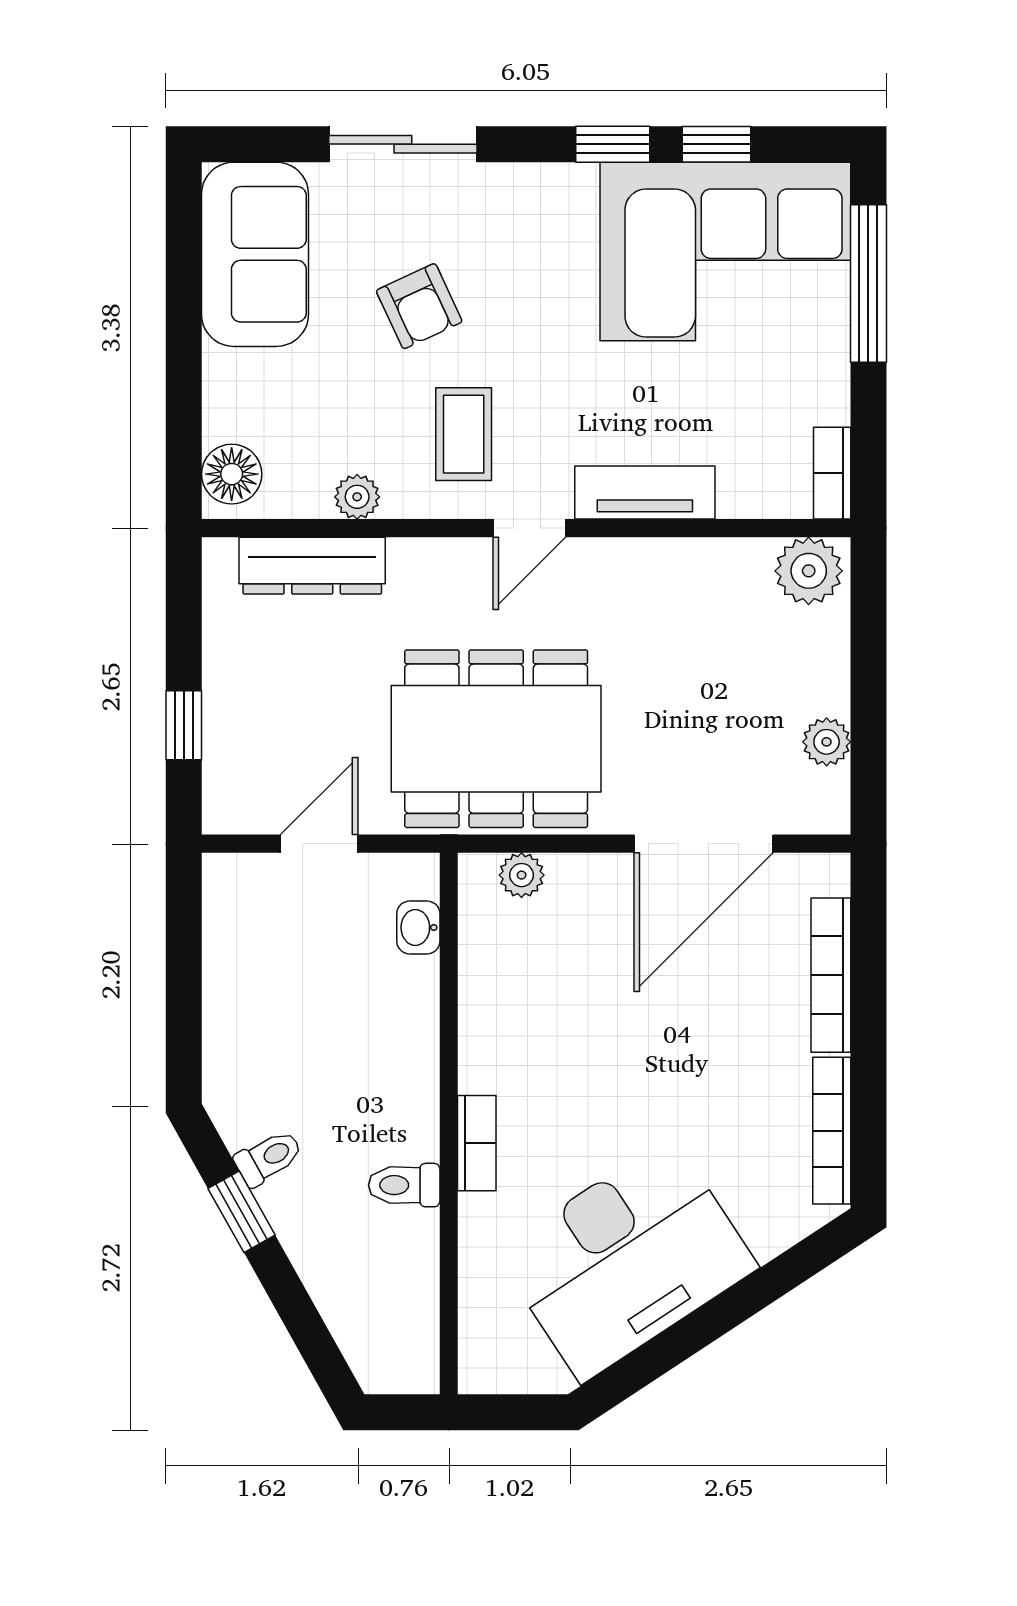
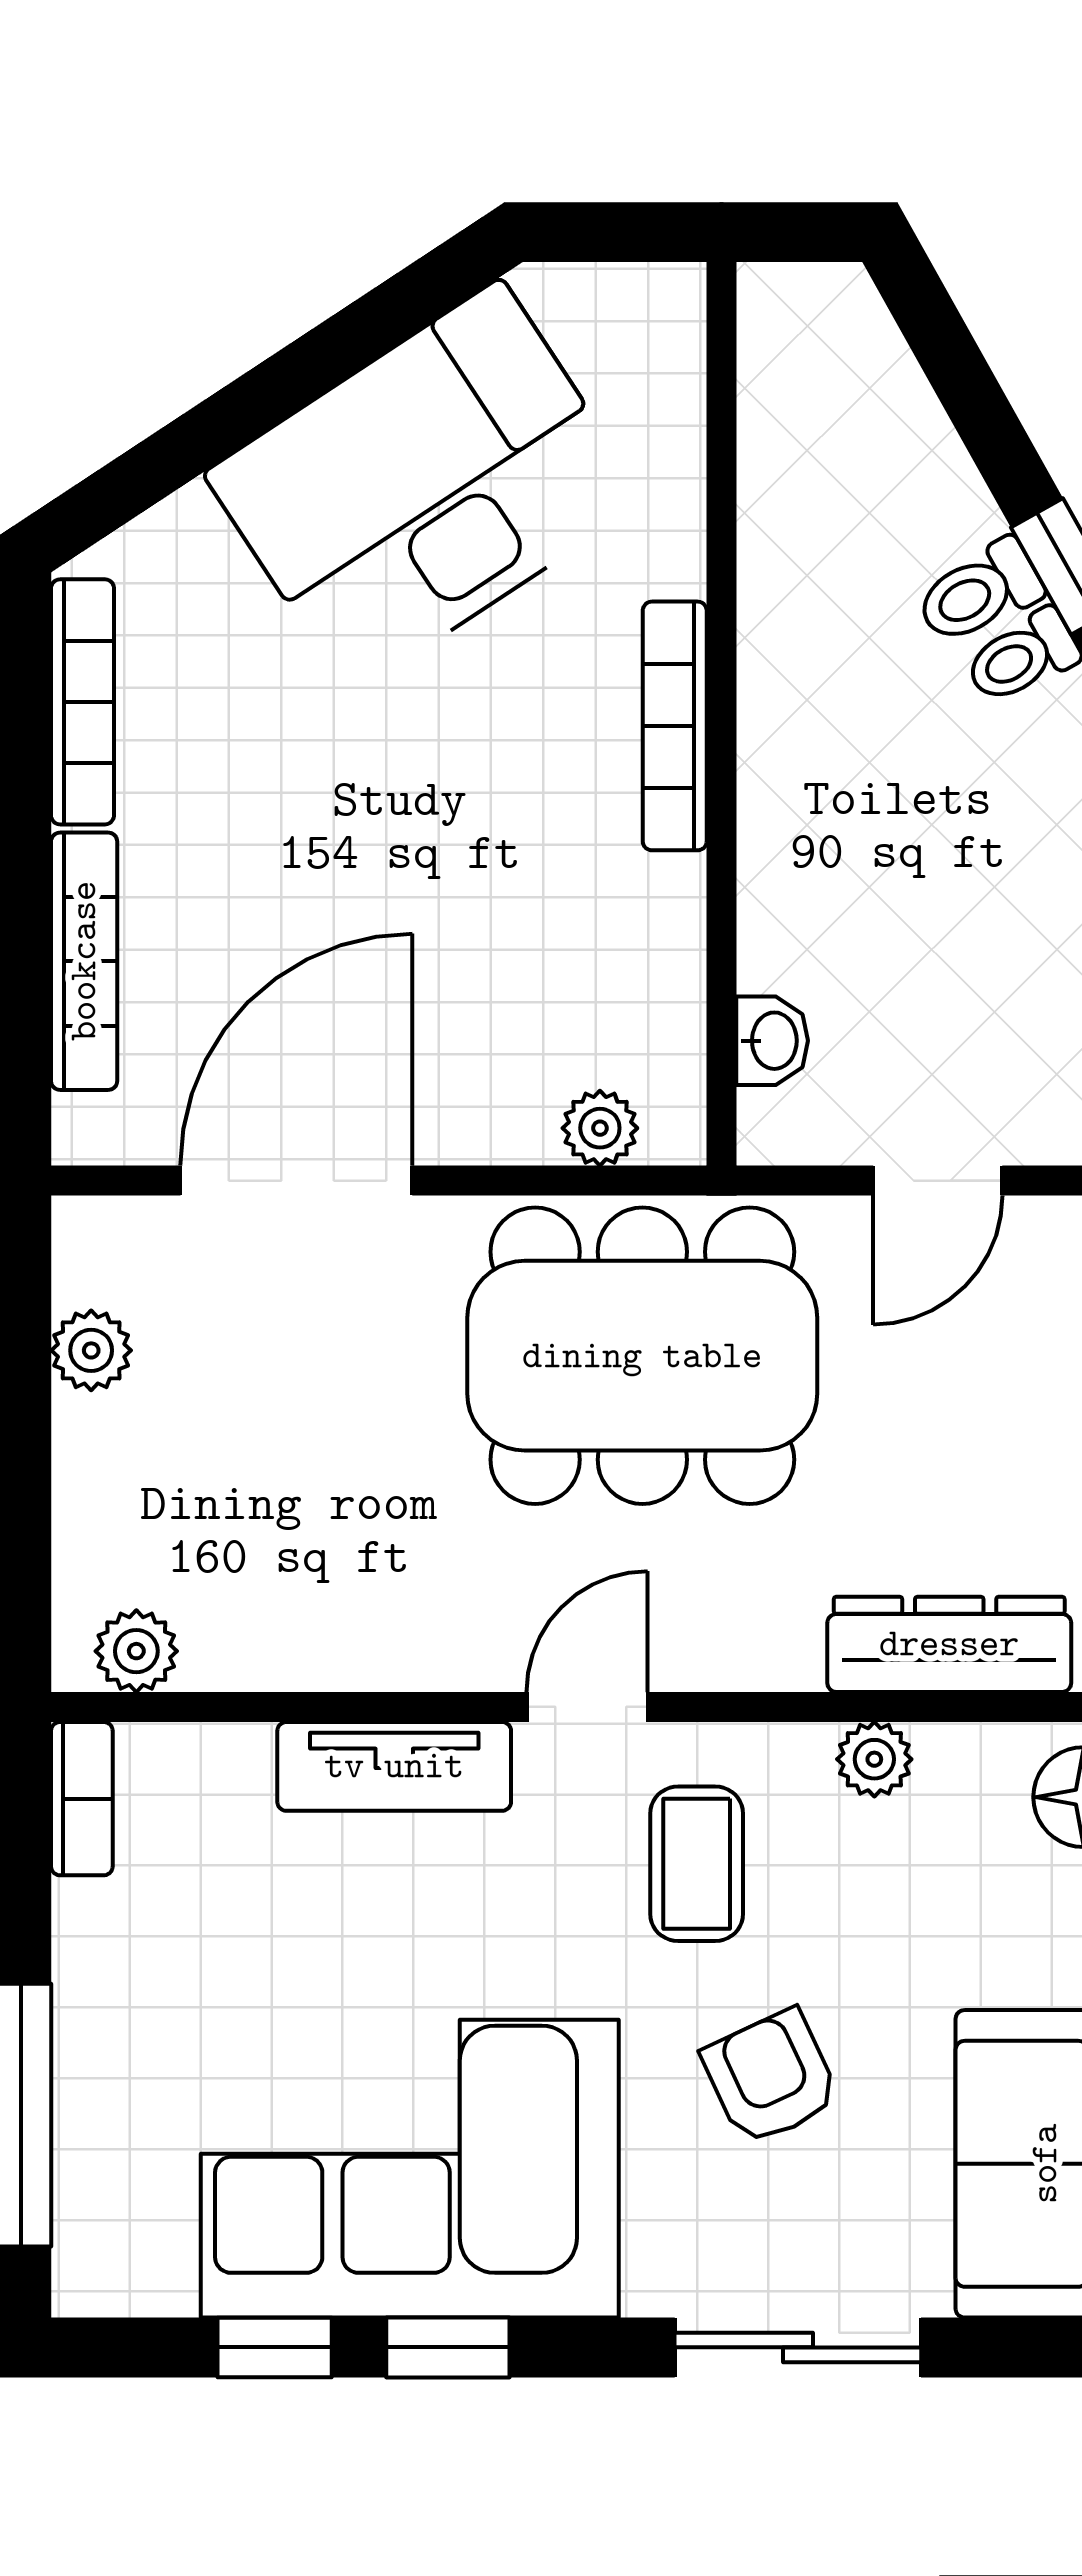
corner sofa: (725, 251) -> (410, 2169), moved
plant: (809, 571) -> (136, 1651), width x0.73, depth x0.73
bookcase: (477, 1143) -> (675, 726), width x1.56
toilet: (404, 1185) -> (979, 592), moved, turned 151

